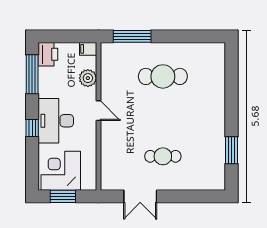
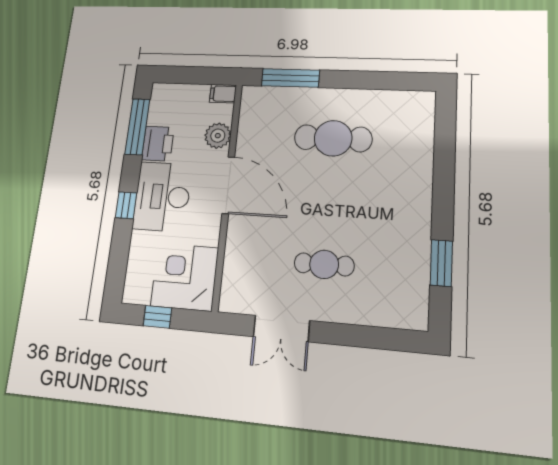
printer: (48, 54) -> (158, 144), moved
door: (98, 111) -> (228, 185), width x1.88
corner desk: (61, 171) -> (185, 277), moved
window: (63, 196) -> (158, 317), width x0.67

